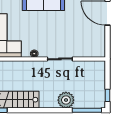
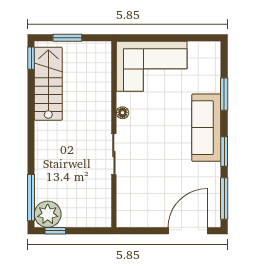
plant: (66, 100) -> (48, 214), moved

